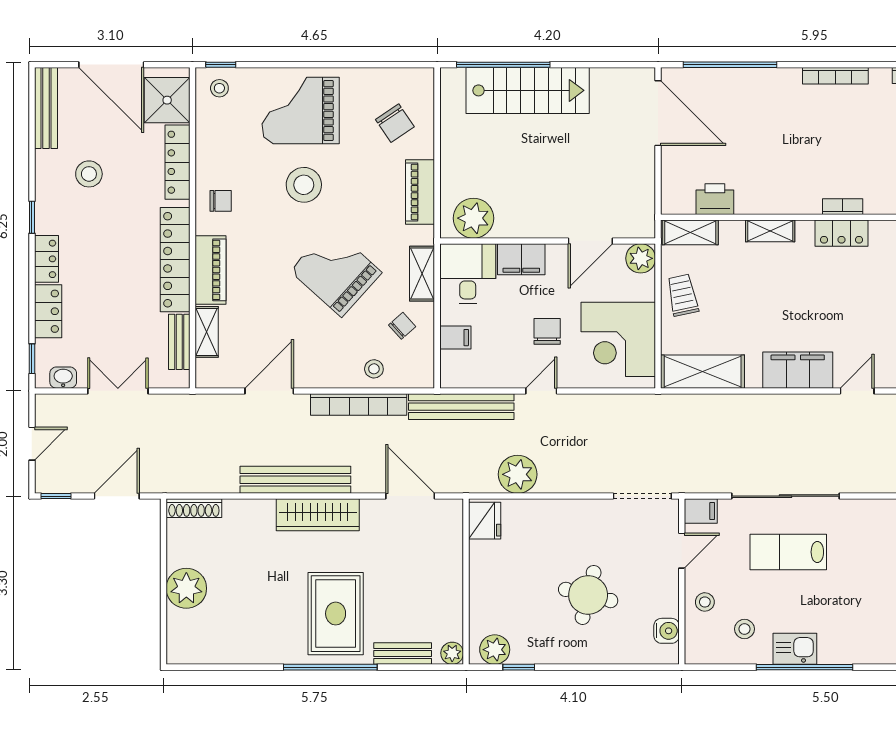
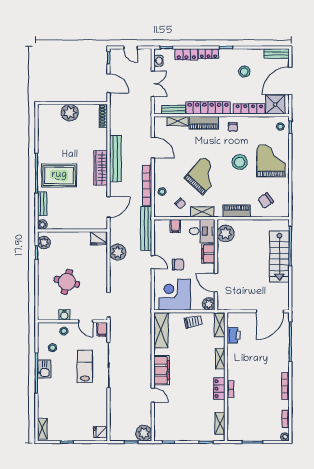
bench: (46, 108) -> (277, 53), width x0.73
water cooler: (667, 631) -> (64, 315), moved

